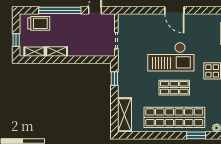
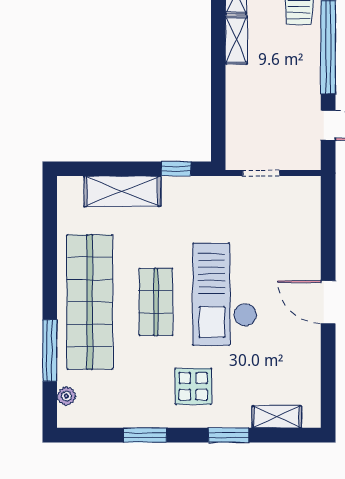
door: (174, 10) -> (328, 302), hinge flipped
shelving: (125, 115) -> (122, 191), moved
window: (196, 135) -> (50, 351), width x1.44

